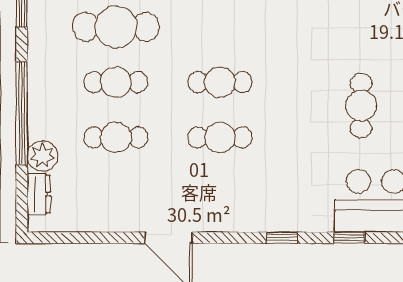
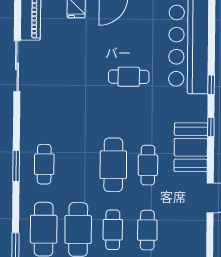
cafe table: (220, 82) -> (113, 165), width x1.37, depth x1.35
booth: (249, 206) -> (191, 147), added

